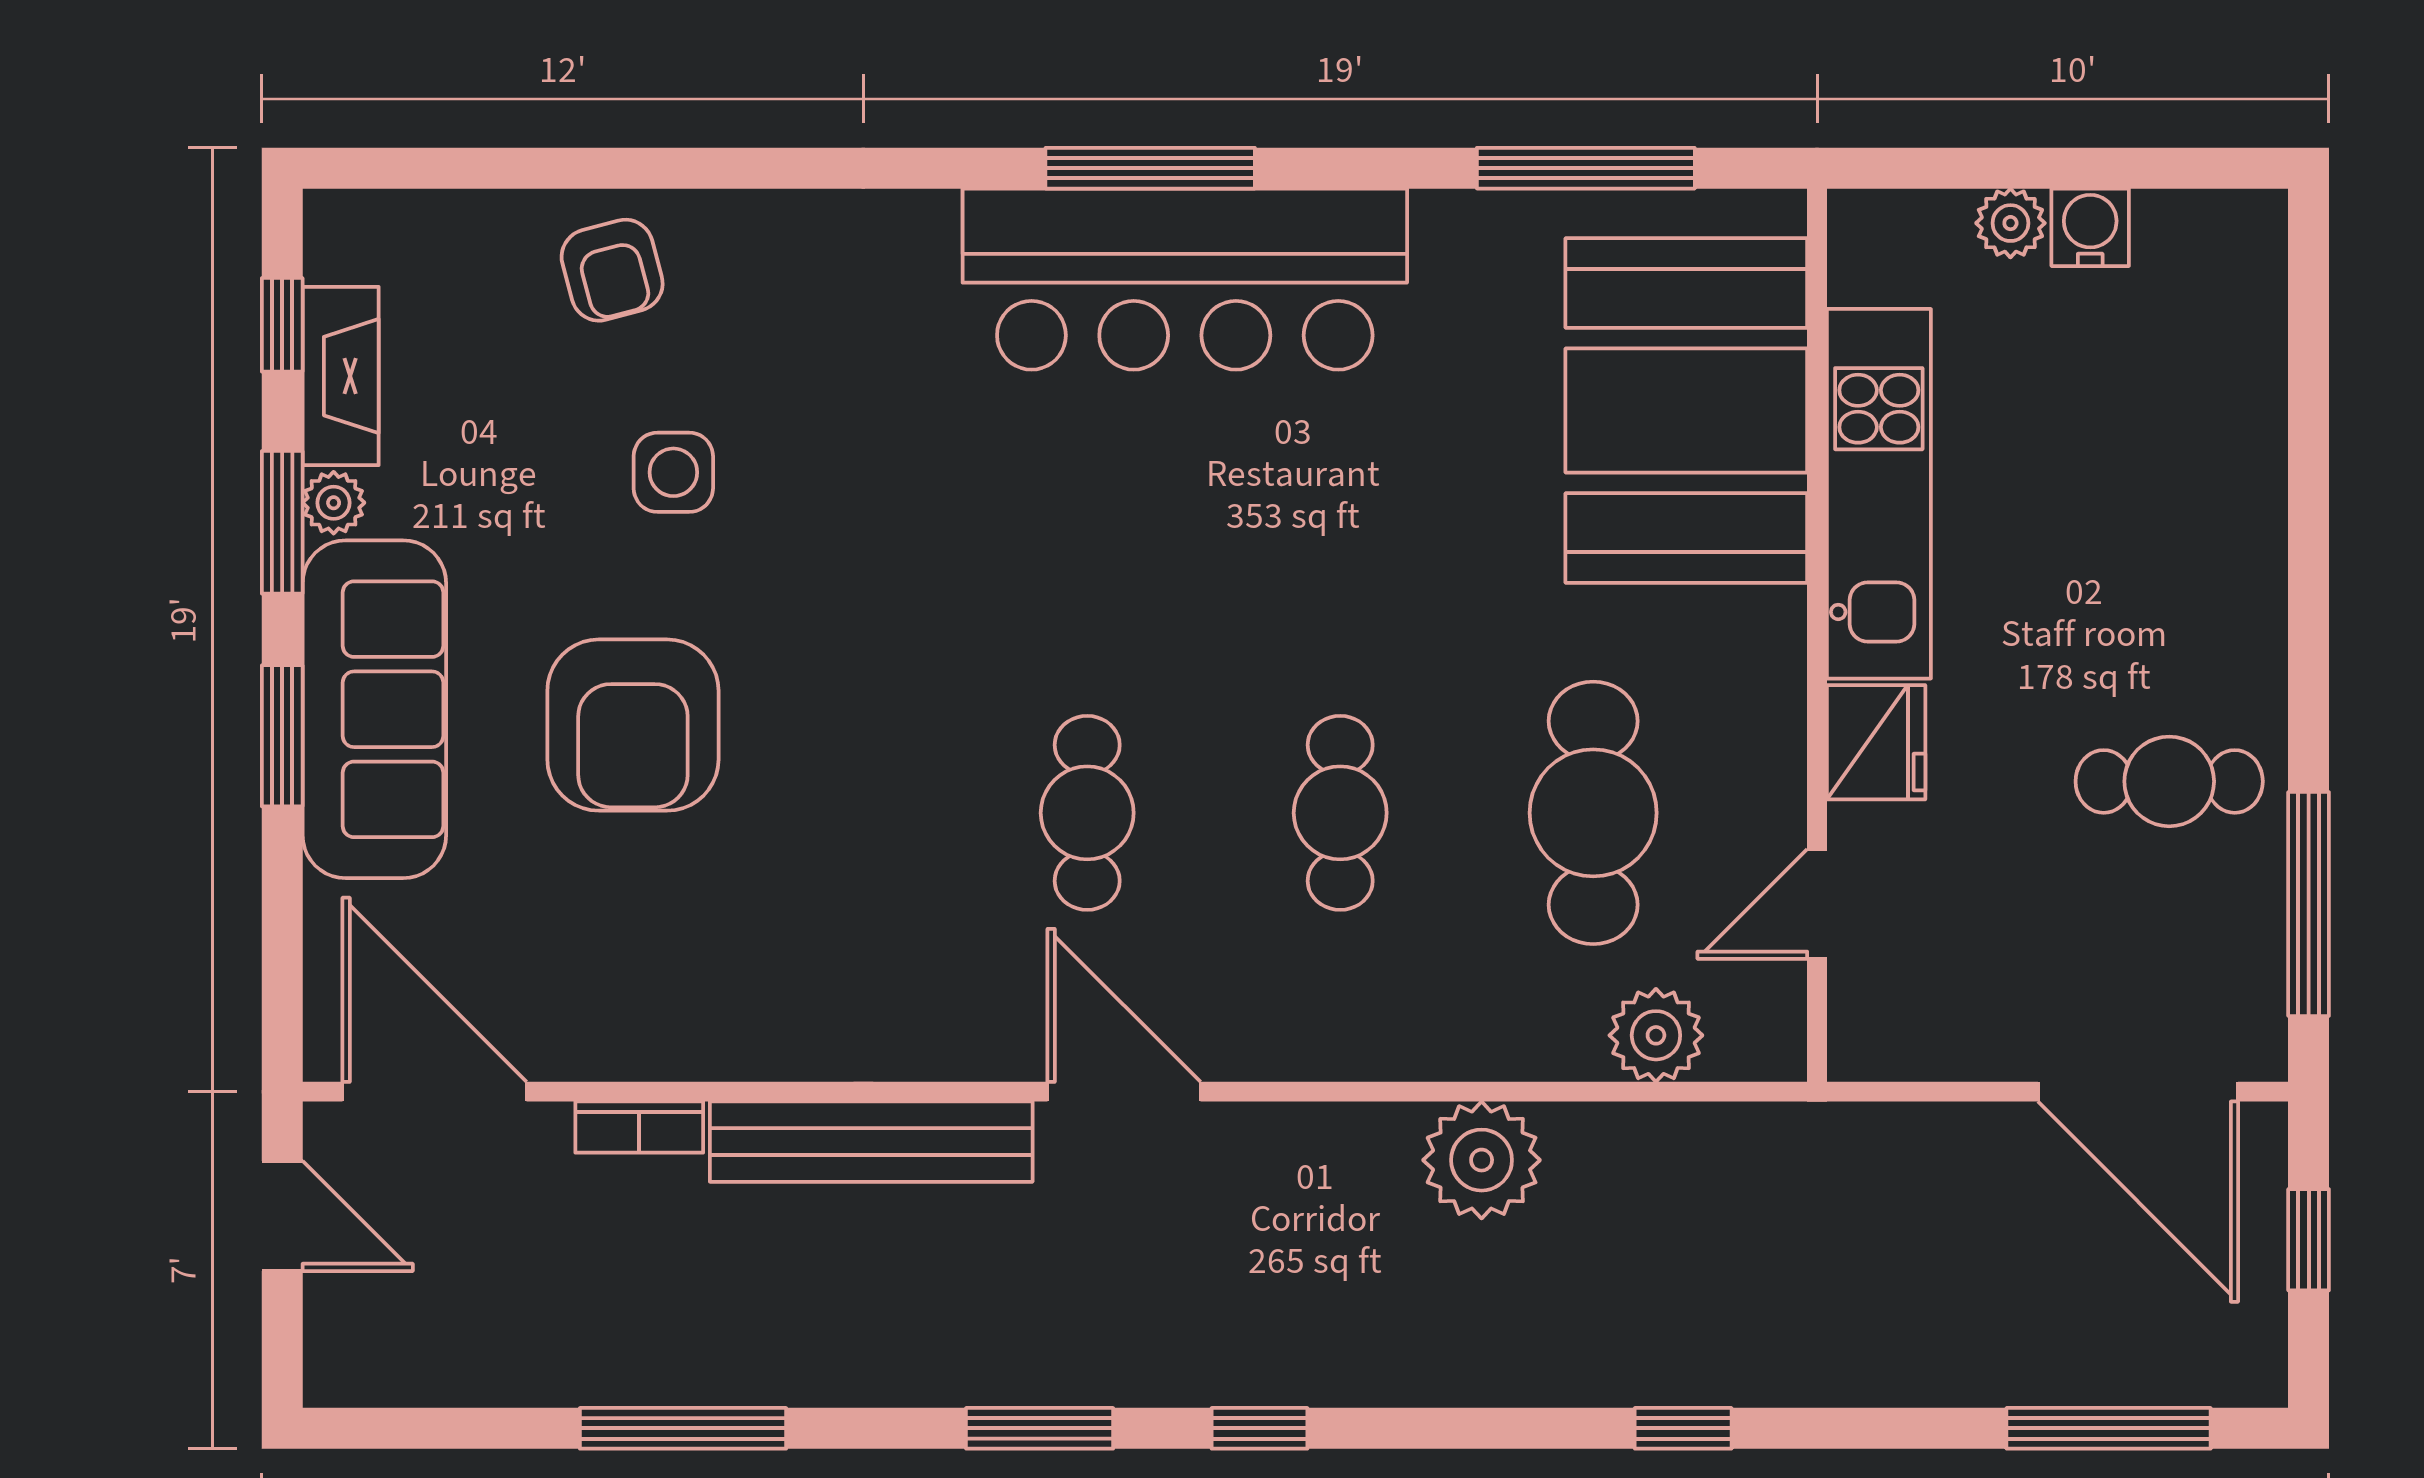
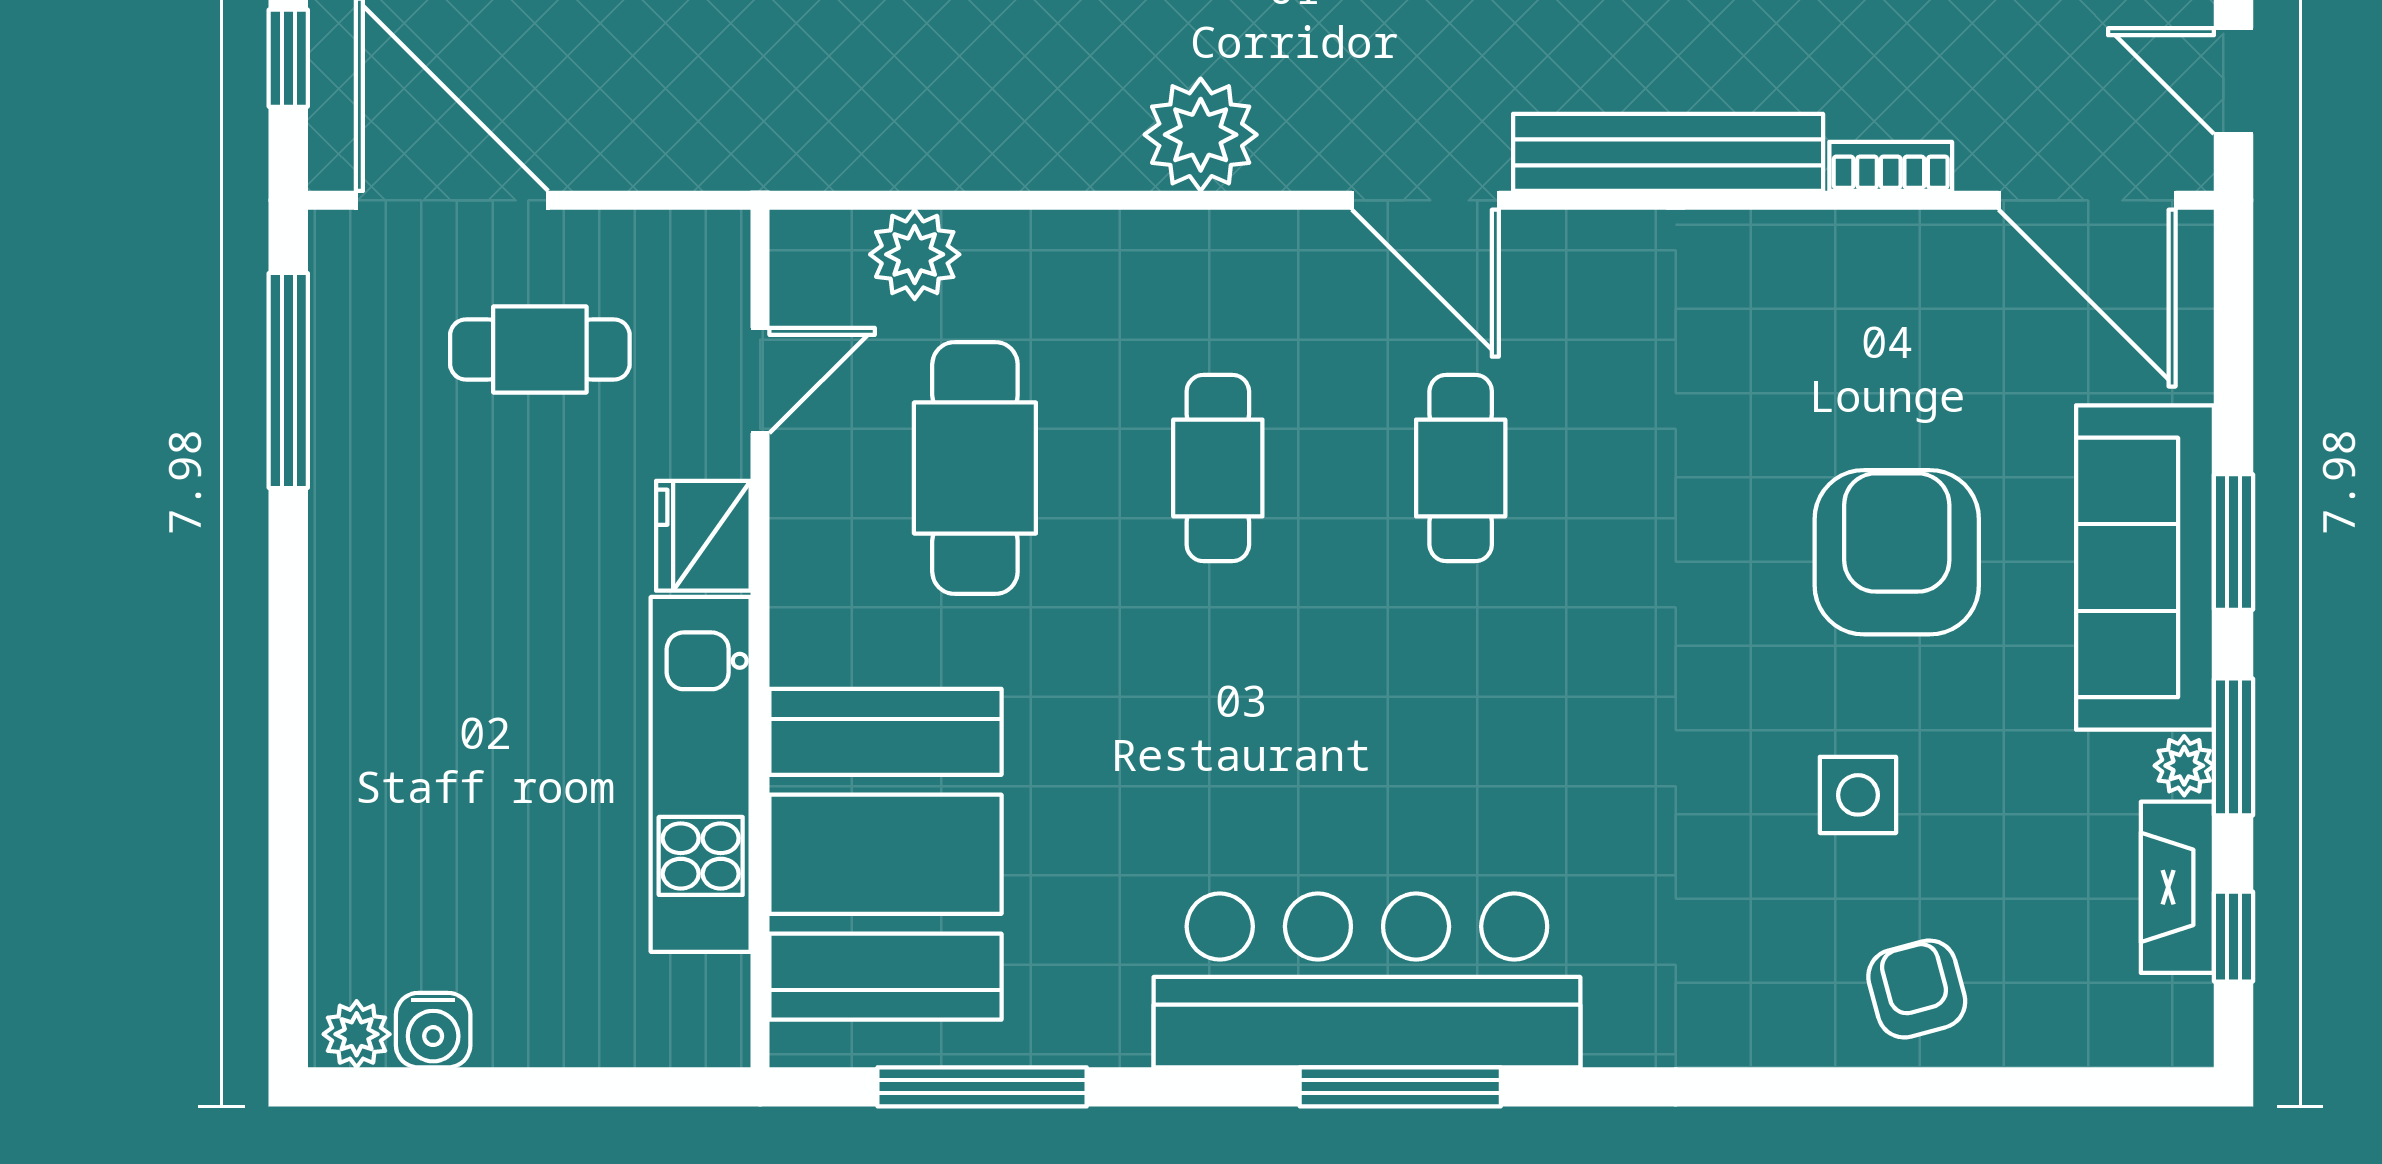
plant: (2010, 223) -> (357, 1034), moved
water cooler: (2090, 227) -> (433, 1030), moved
cafe table: (2169, 781) -> (540, 350), moved
plant: (1482, 1160) -> (1201, 135), moved

